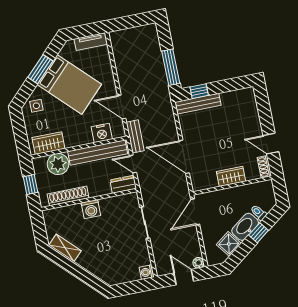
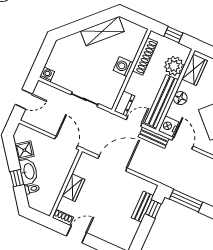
bench: (198, 104) -> (142, 207), width x0.73
door: (122, 107) -> (183, 143), hinge flipped
nightstand: (102, 133) -> (169, 126), moved
floor lamp: (83, 138) -> (180, 98), added
shelving: (65, 248) -> (102, 31), width x1.50, depth x1.33
plant: (198, 263) -> (27, 118), removed

